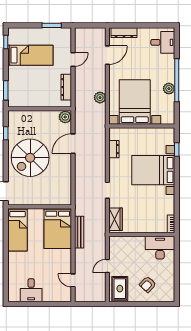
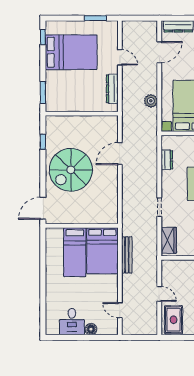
bed: (30, 55) -> (71, 52), width x1.50
door: (73, 60) -> (120, 57), hinge flipped
plant: (65, 117) -> (111, 123), removed
bed: (18, 230) -> (75, 252), moved
door: (107, 266) -> (159, 294), swing flipped
floor lamp: (48, 297) -> (91, 329), added

